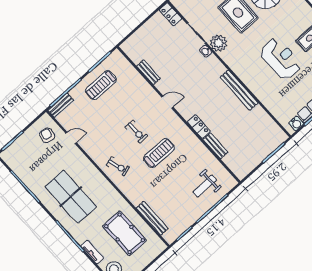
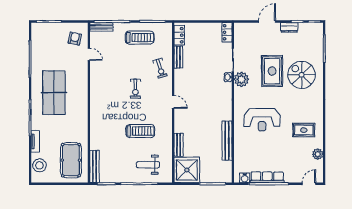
reception desk: (281, 59) -> (262, 120), moved, turned 90
treadmill: (101, 85) -> (140, 38), turned 180
bench: (239, 90) -> (227, 141), moved
door: (167, 102) -> (173, 102), moved
locker: (199, 126) -> (179, 35), moved
treadmill: (159, 153) -> (140, 131), moved
shower: (242, 161) -> (187, 170), added
exercise bike: (118, 166) -> (160, 68), moved
bench: (152, 218) -> (94, 166), moved
pool table: (125, 233) -> (71, 160), moved

